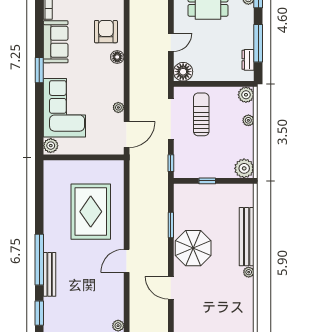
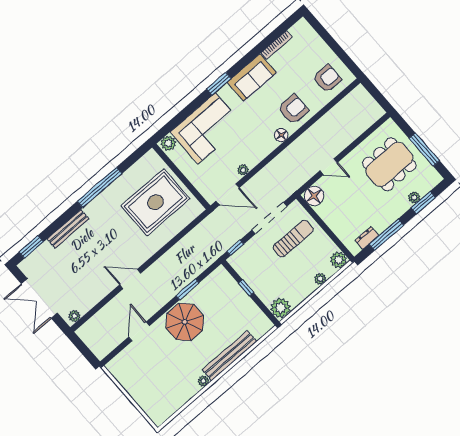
rug: (91, 212) -> (155, 202), moved
window: (39, 260) -> (100, 187), moved

